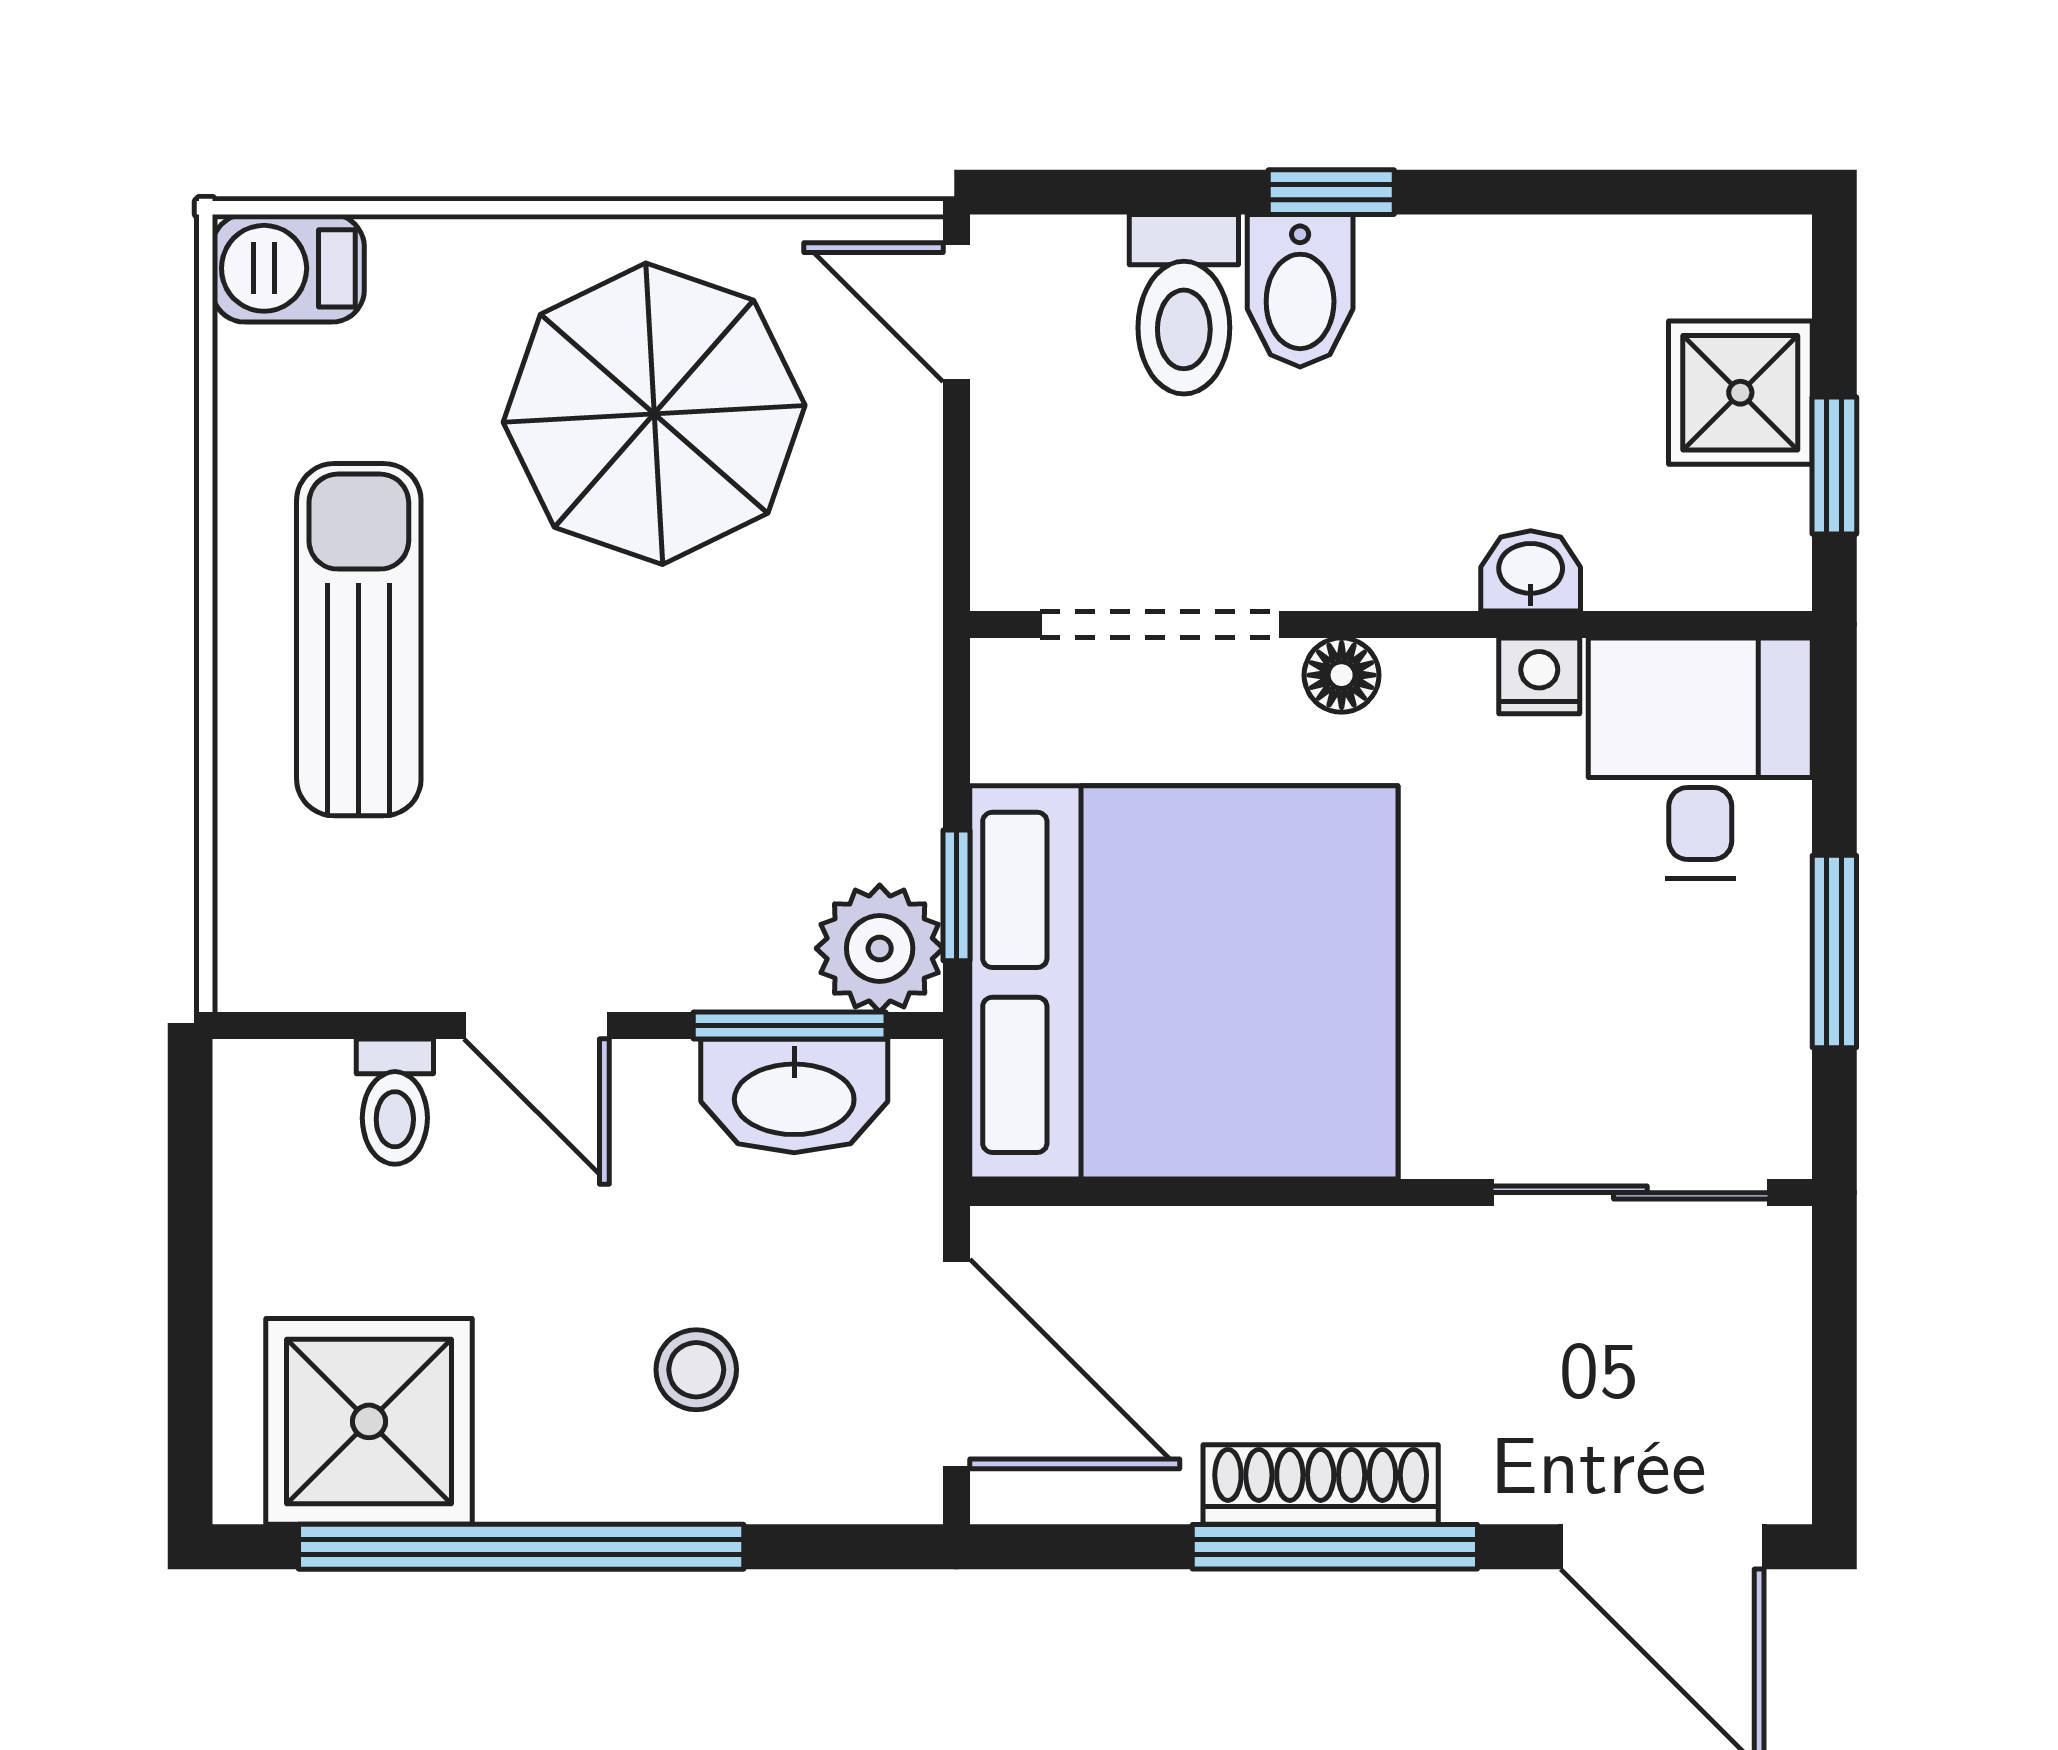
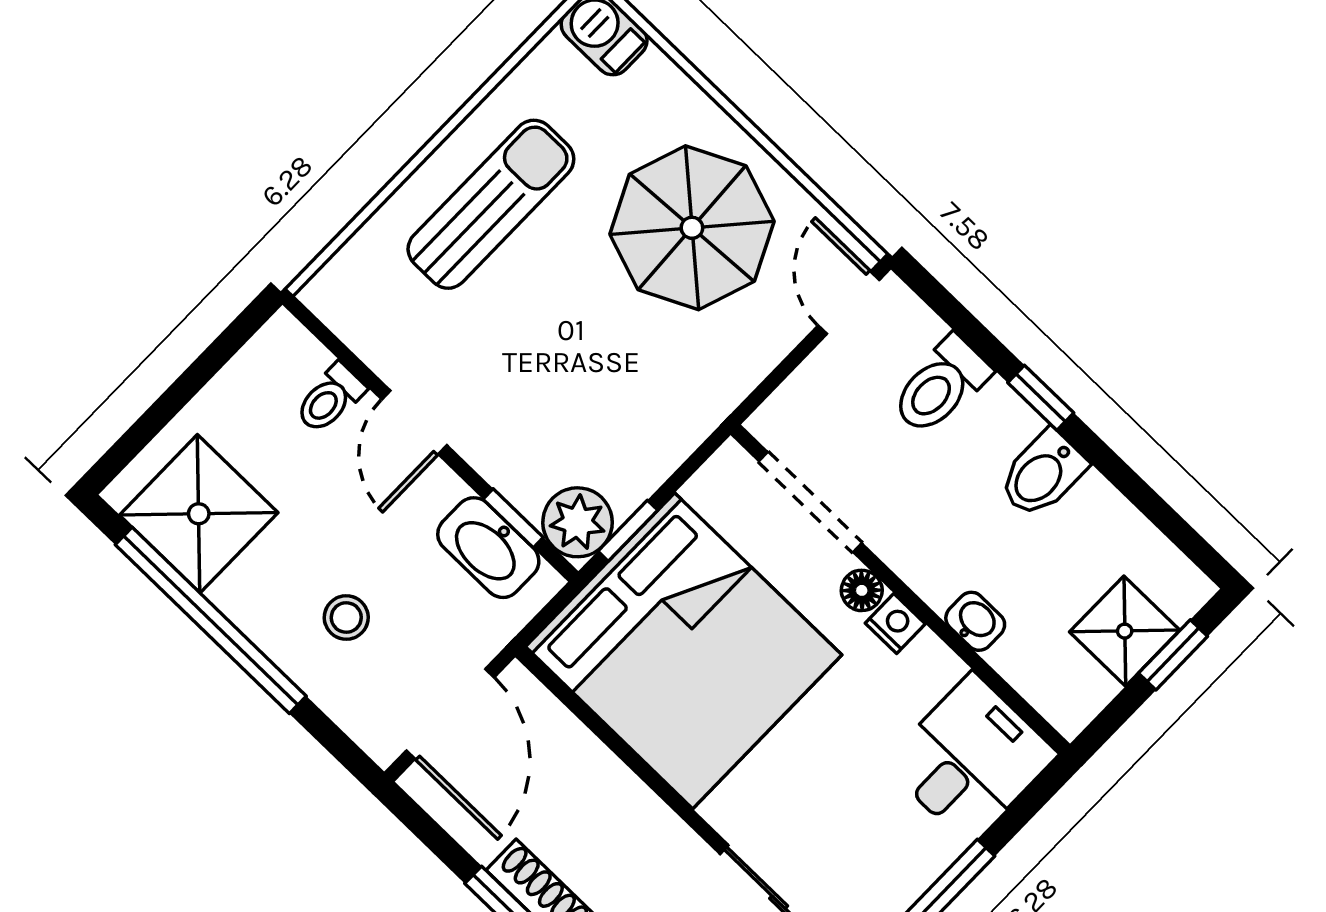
bidet: (1300, 291) -> (1042, 474), moved
window: (1834, 465) -> (1173, 655), moved
nightstand: (1539, 676) -> (895, 624), moved
window: (790, 1025) -> (513, 518), width x0.67

